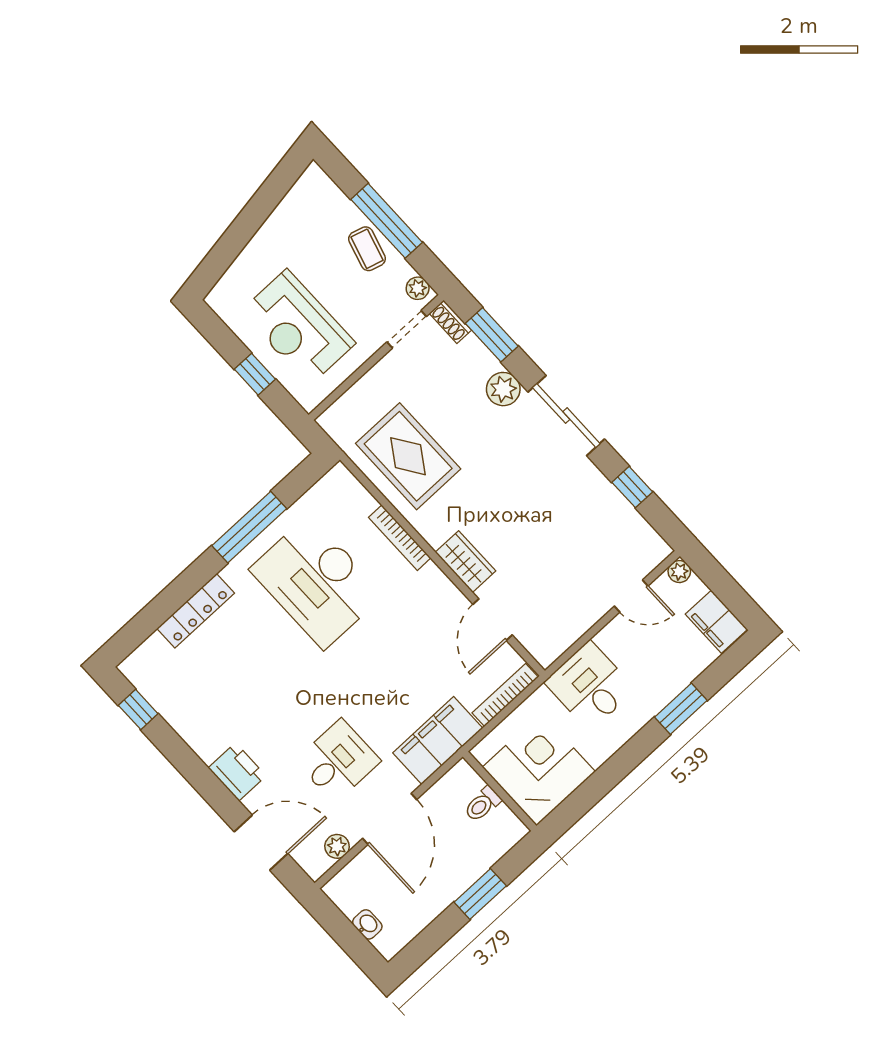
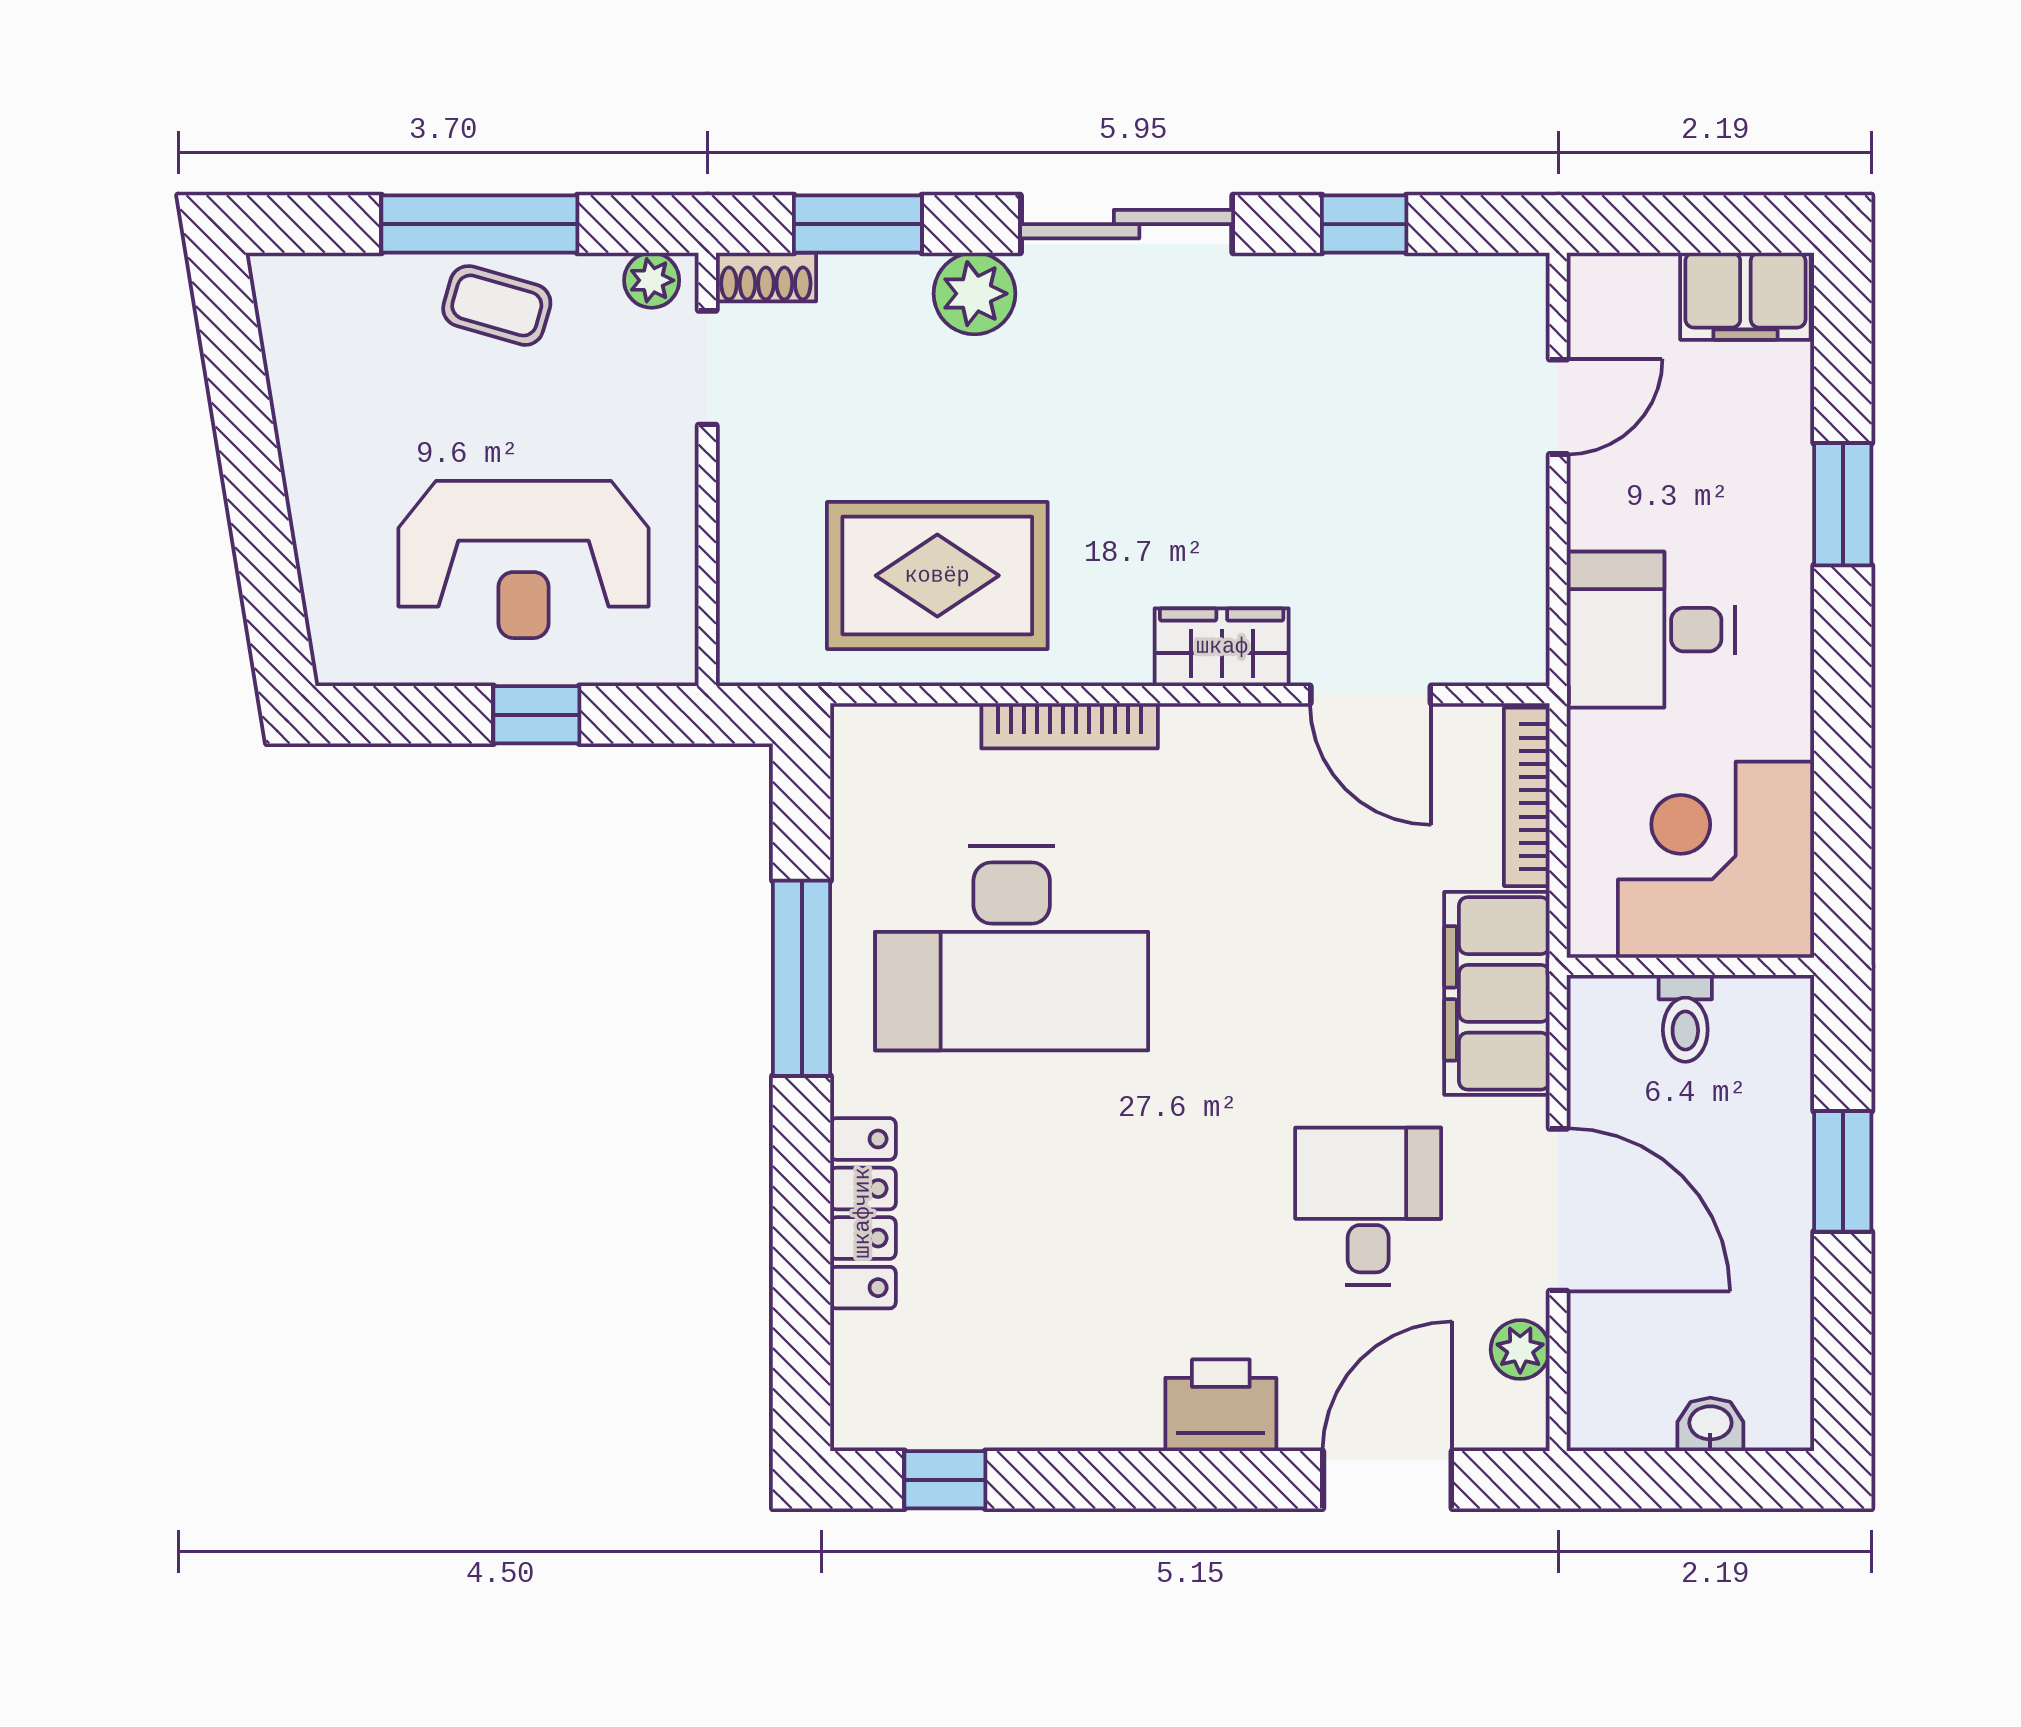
plant: (679, 572) -> (1594, 280), removed

